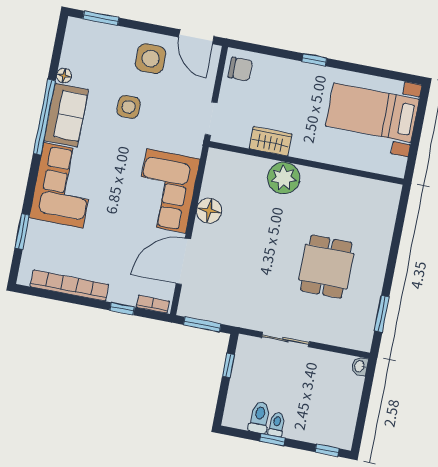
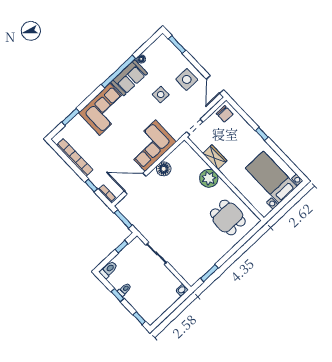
dining table: (326, 267) -> (228, 218), moved, turned 90
toilet: (259, 417) -> (108, 270), moved

